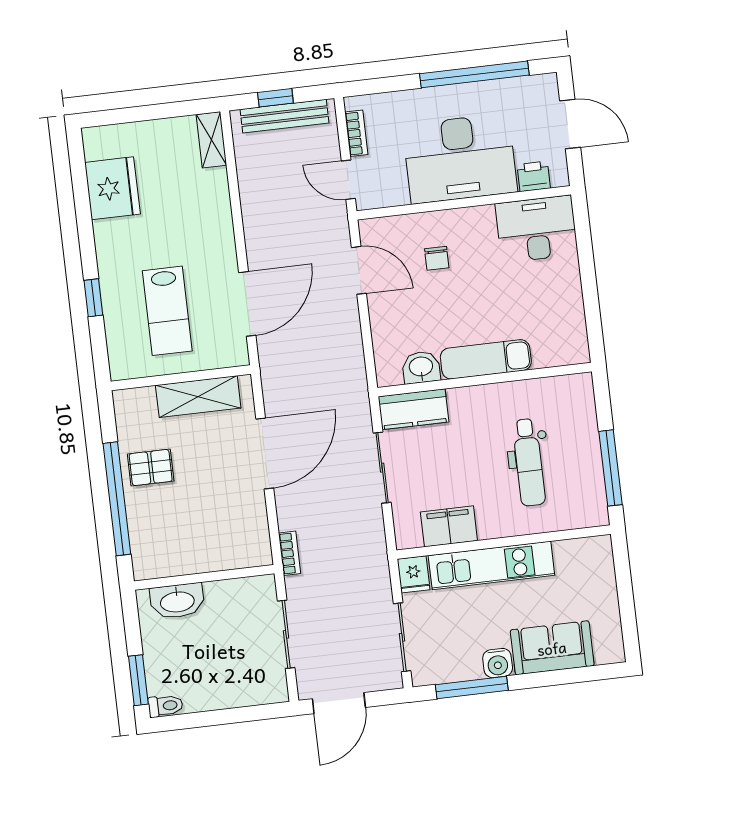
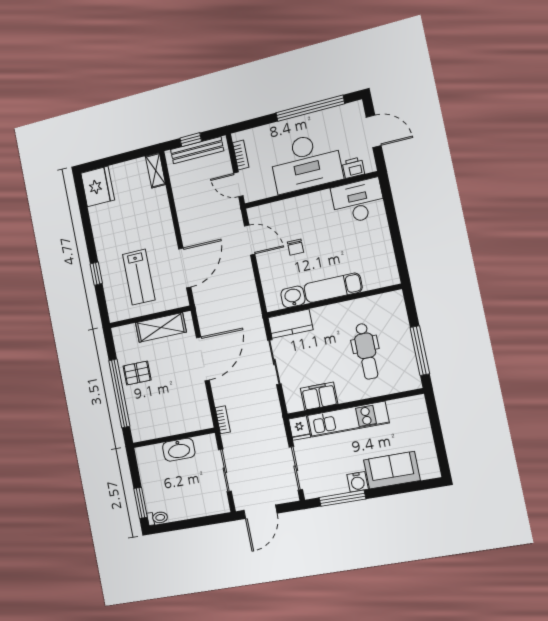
fridge: (112, 188) -> (98, 186), moved
chair: (437, 258) -> (295, 247), moved
washbasin: (177, 601) -> (179, 450), moved

